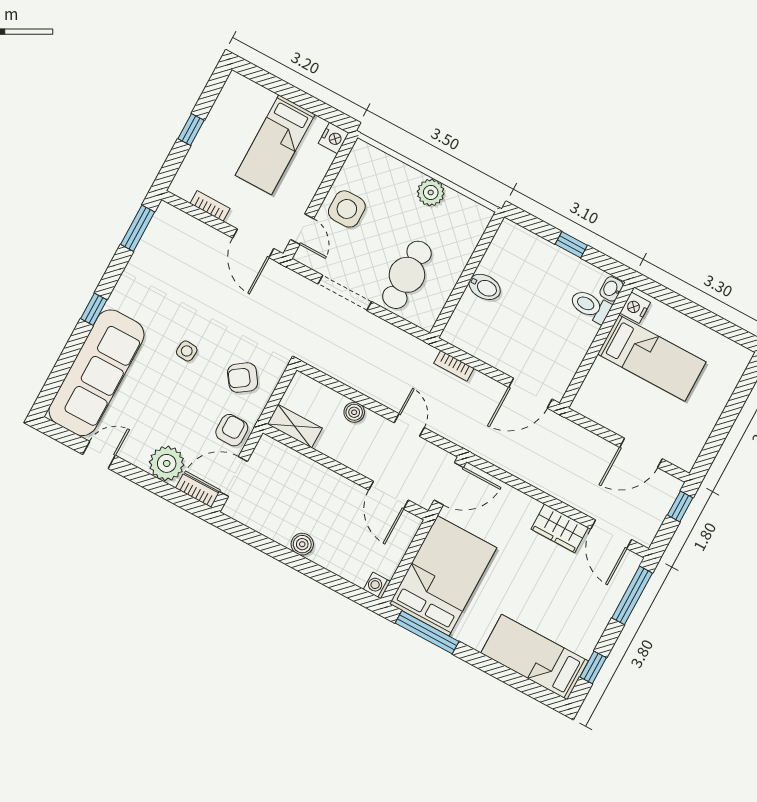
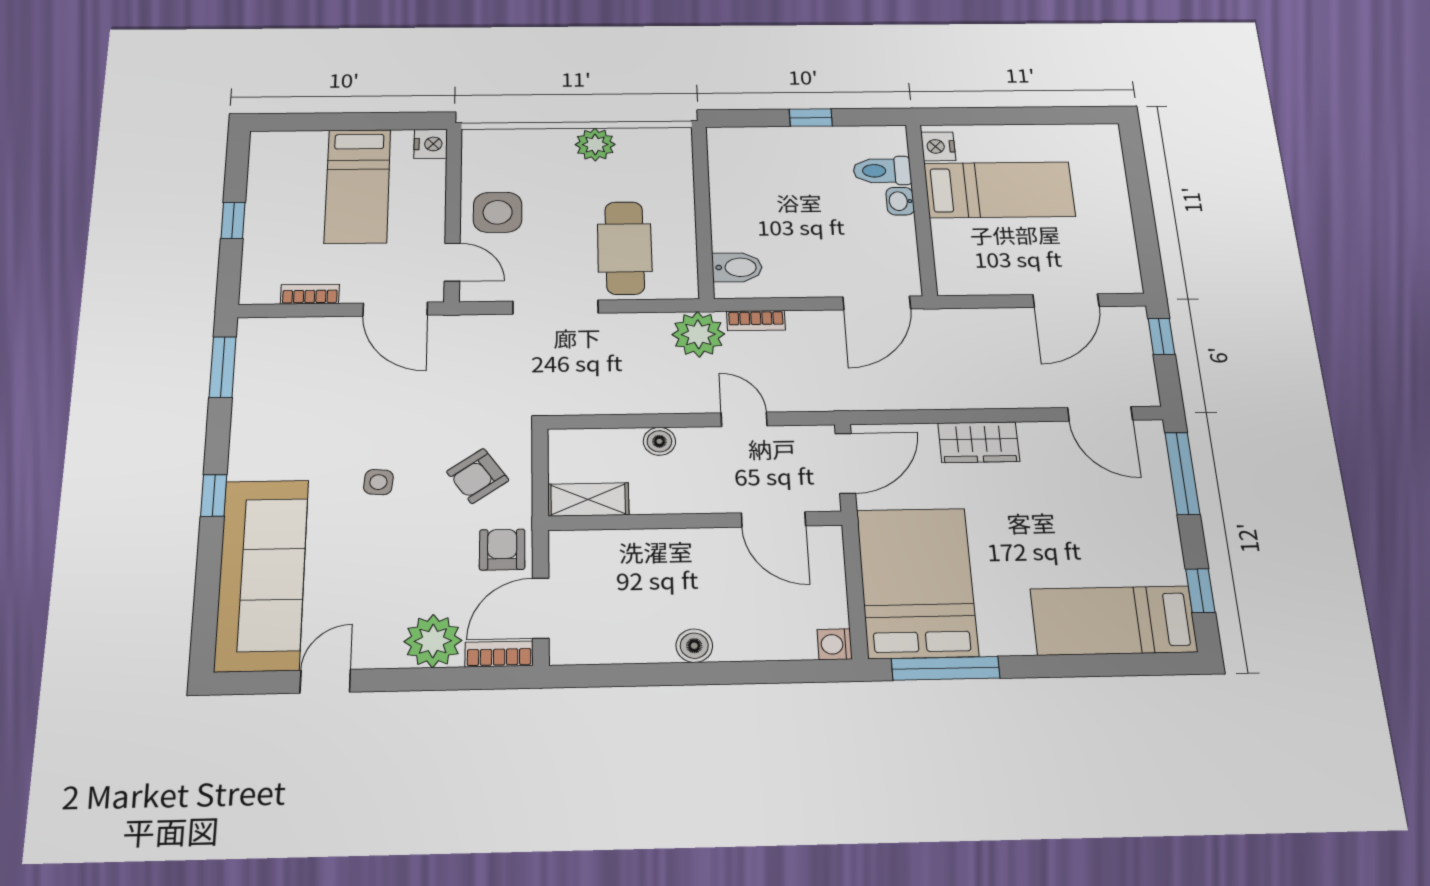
bidet: (485, 287) -> (737, 267), moved
washbasin: (611, 289) -> (900, 201), moved
plant: (416, 356) -> (698, 334), added
wardrobe: (560, 528) -> (979, 442), moved

